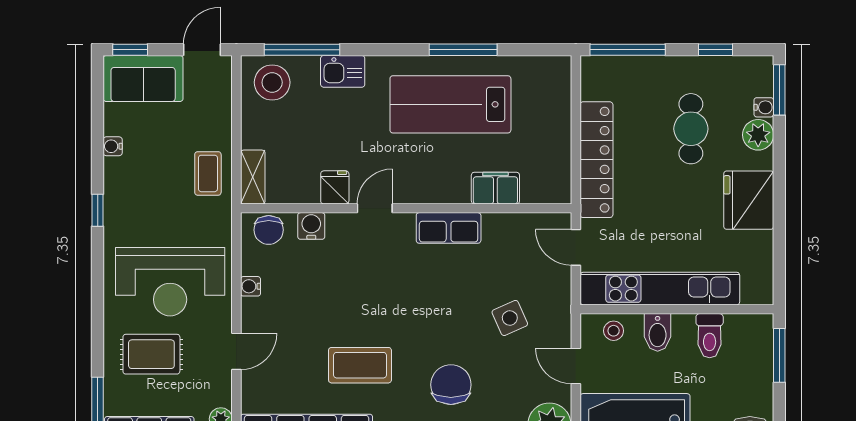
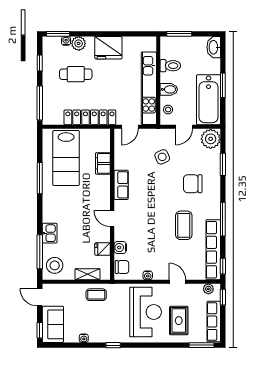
lab bench: (450, 104) -> (66, 158), moved
shelving: (253, 177) -> (87, 274), moved
fridge: (335, 187) -> (103, 249), moved

